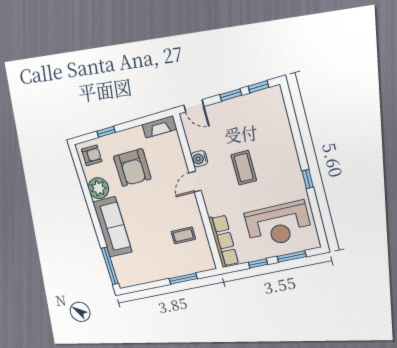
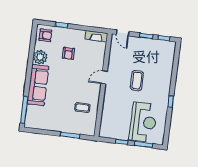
water cooler: (199, 159) -> (113, 65), removed
armchair: (132, 168) -> (68, 53), width x0.53, depth x0.53
reception desk: (278, 224) -> (143, 122), turned -90
row of seats: (224, 241) -> (106, 120), removed

